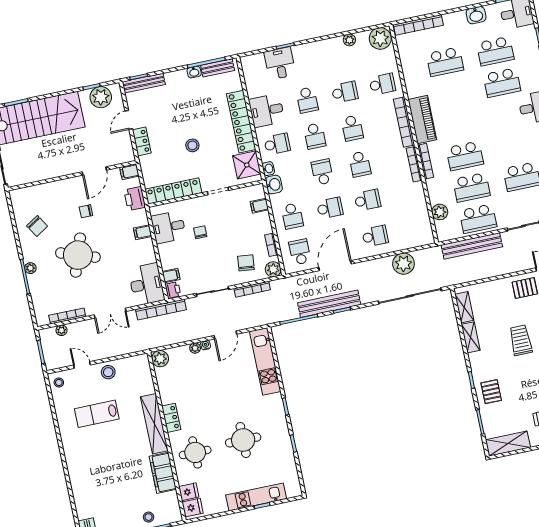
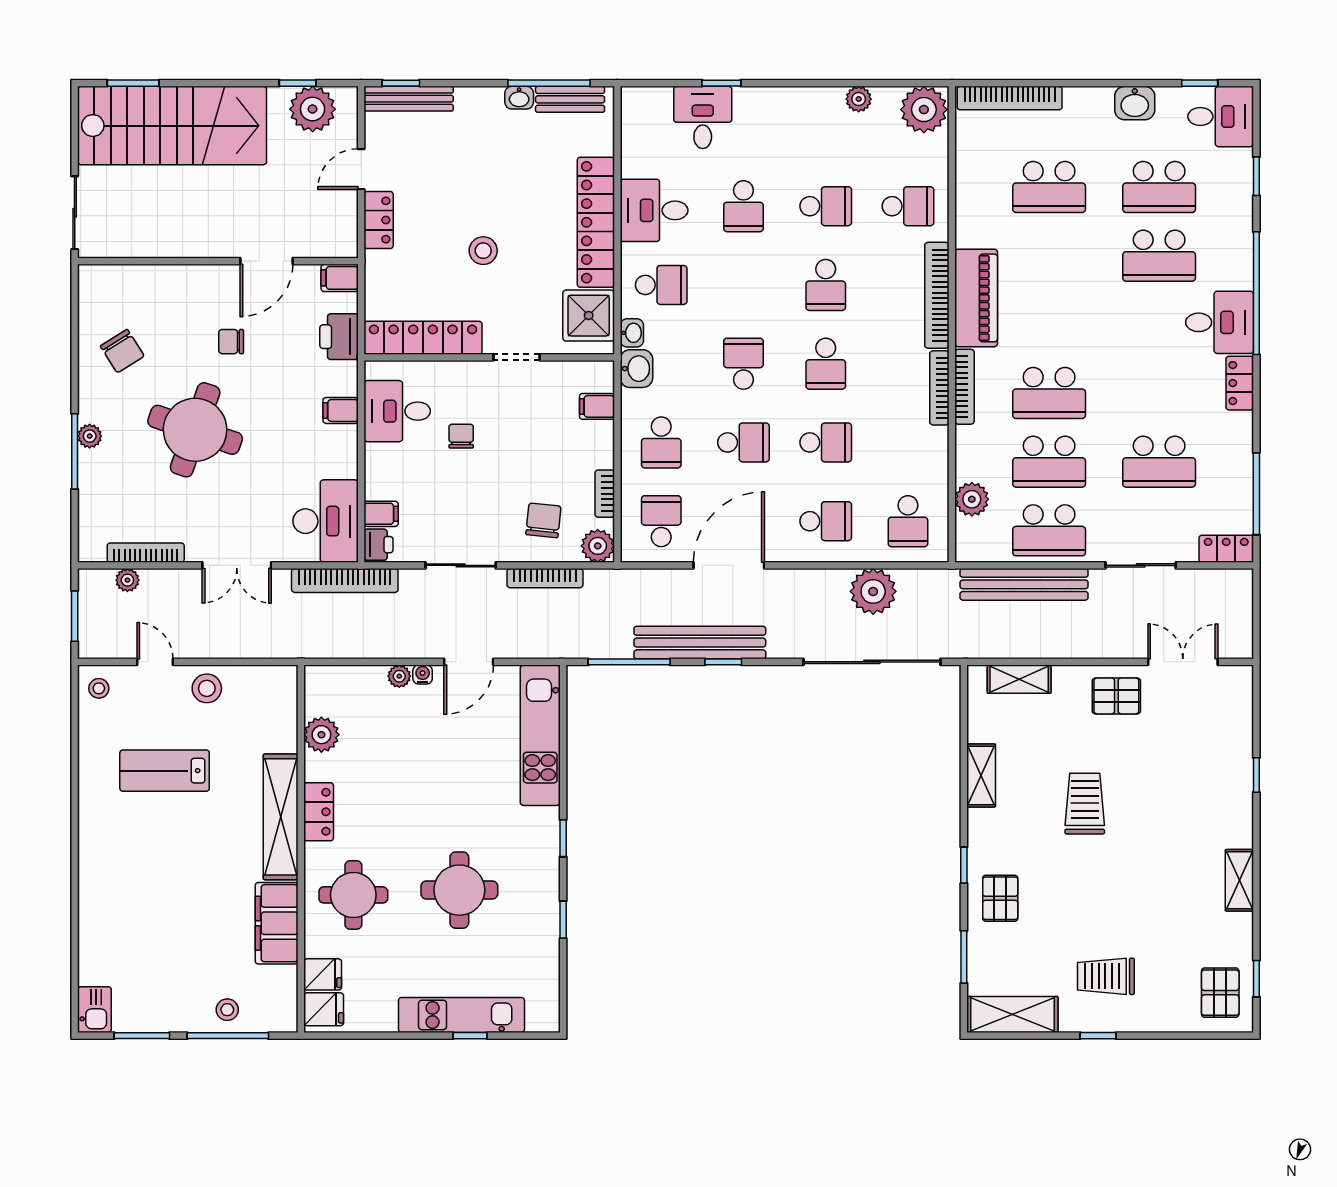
school desk: (315, 136) -> (908, 521), moved
shelving: (464, 307) -> (1019, 679), moved, turned 90
plant: (160, 359) -> (321, 735), moved

